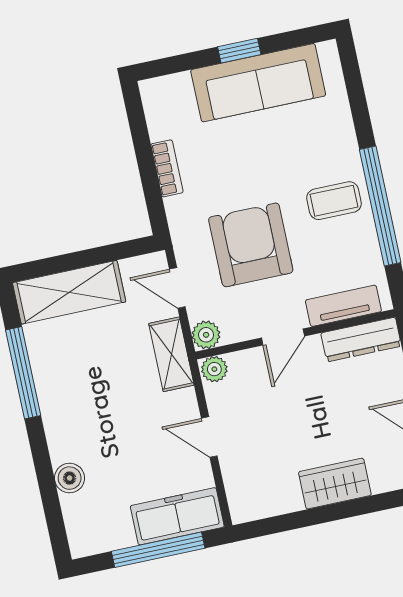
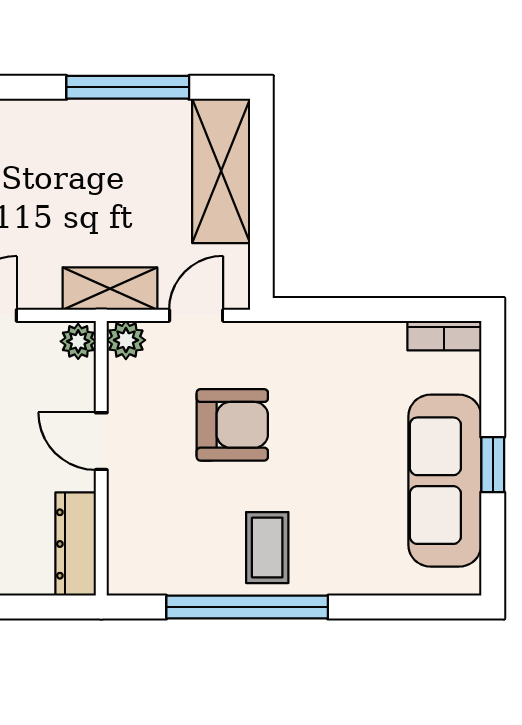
bookcase: (167, 168) -> (444, 336), moved
armchair: (251, 245) -> (232, 425), width x0.73, depth x0.73
tv unit: (343, 306) -> (125, 530), removed

